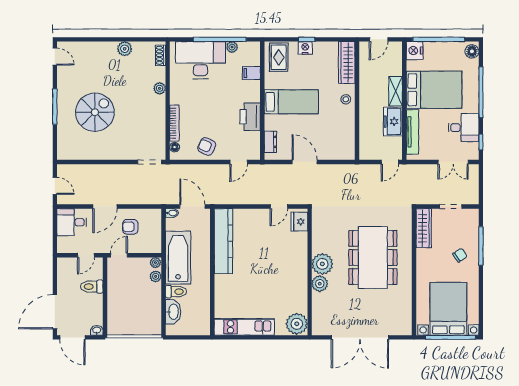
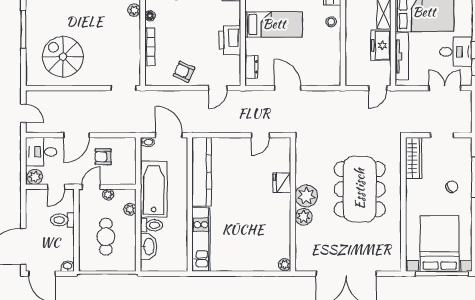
spiral stairs: (95, 112) -> (63, 57), moved, turned -90
floor lamp: (175, 147) -> (150, 16), moved
double door: (453, 162) -> (445, 88), swing flipped
fridge: (299, 222) -> (282, 183), moved
plant: (66, 246) -> (35, 177), added
plant: (155, 263) -> (108, 195), moved
cafe table: (133, 302) -> (106, 237), added
plant: (297, 324) -> (285, 265), width x0.53, depth x0.53
kitchen unit: (244, 327) -> (201, 239), moved, turned 90

